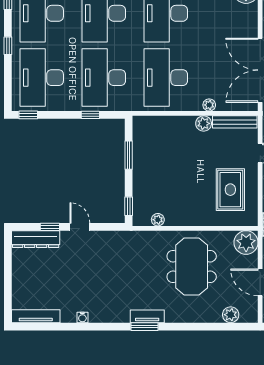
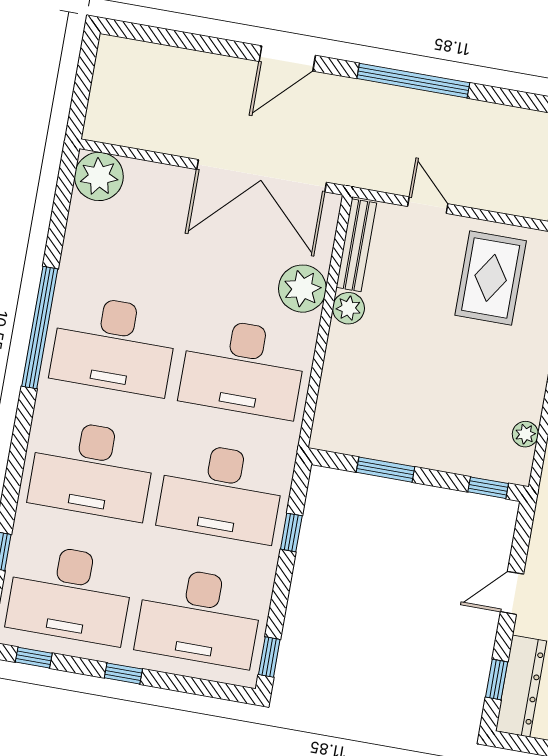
plant: (209, 105) -> (302, 289), width x1.88, depth x1.88
rug: (230, 190) -> (491, 278), turned 90
window: (50, 227) -> (497, 680), moved

